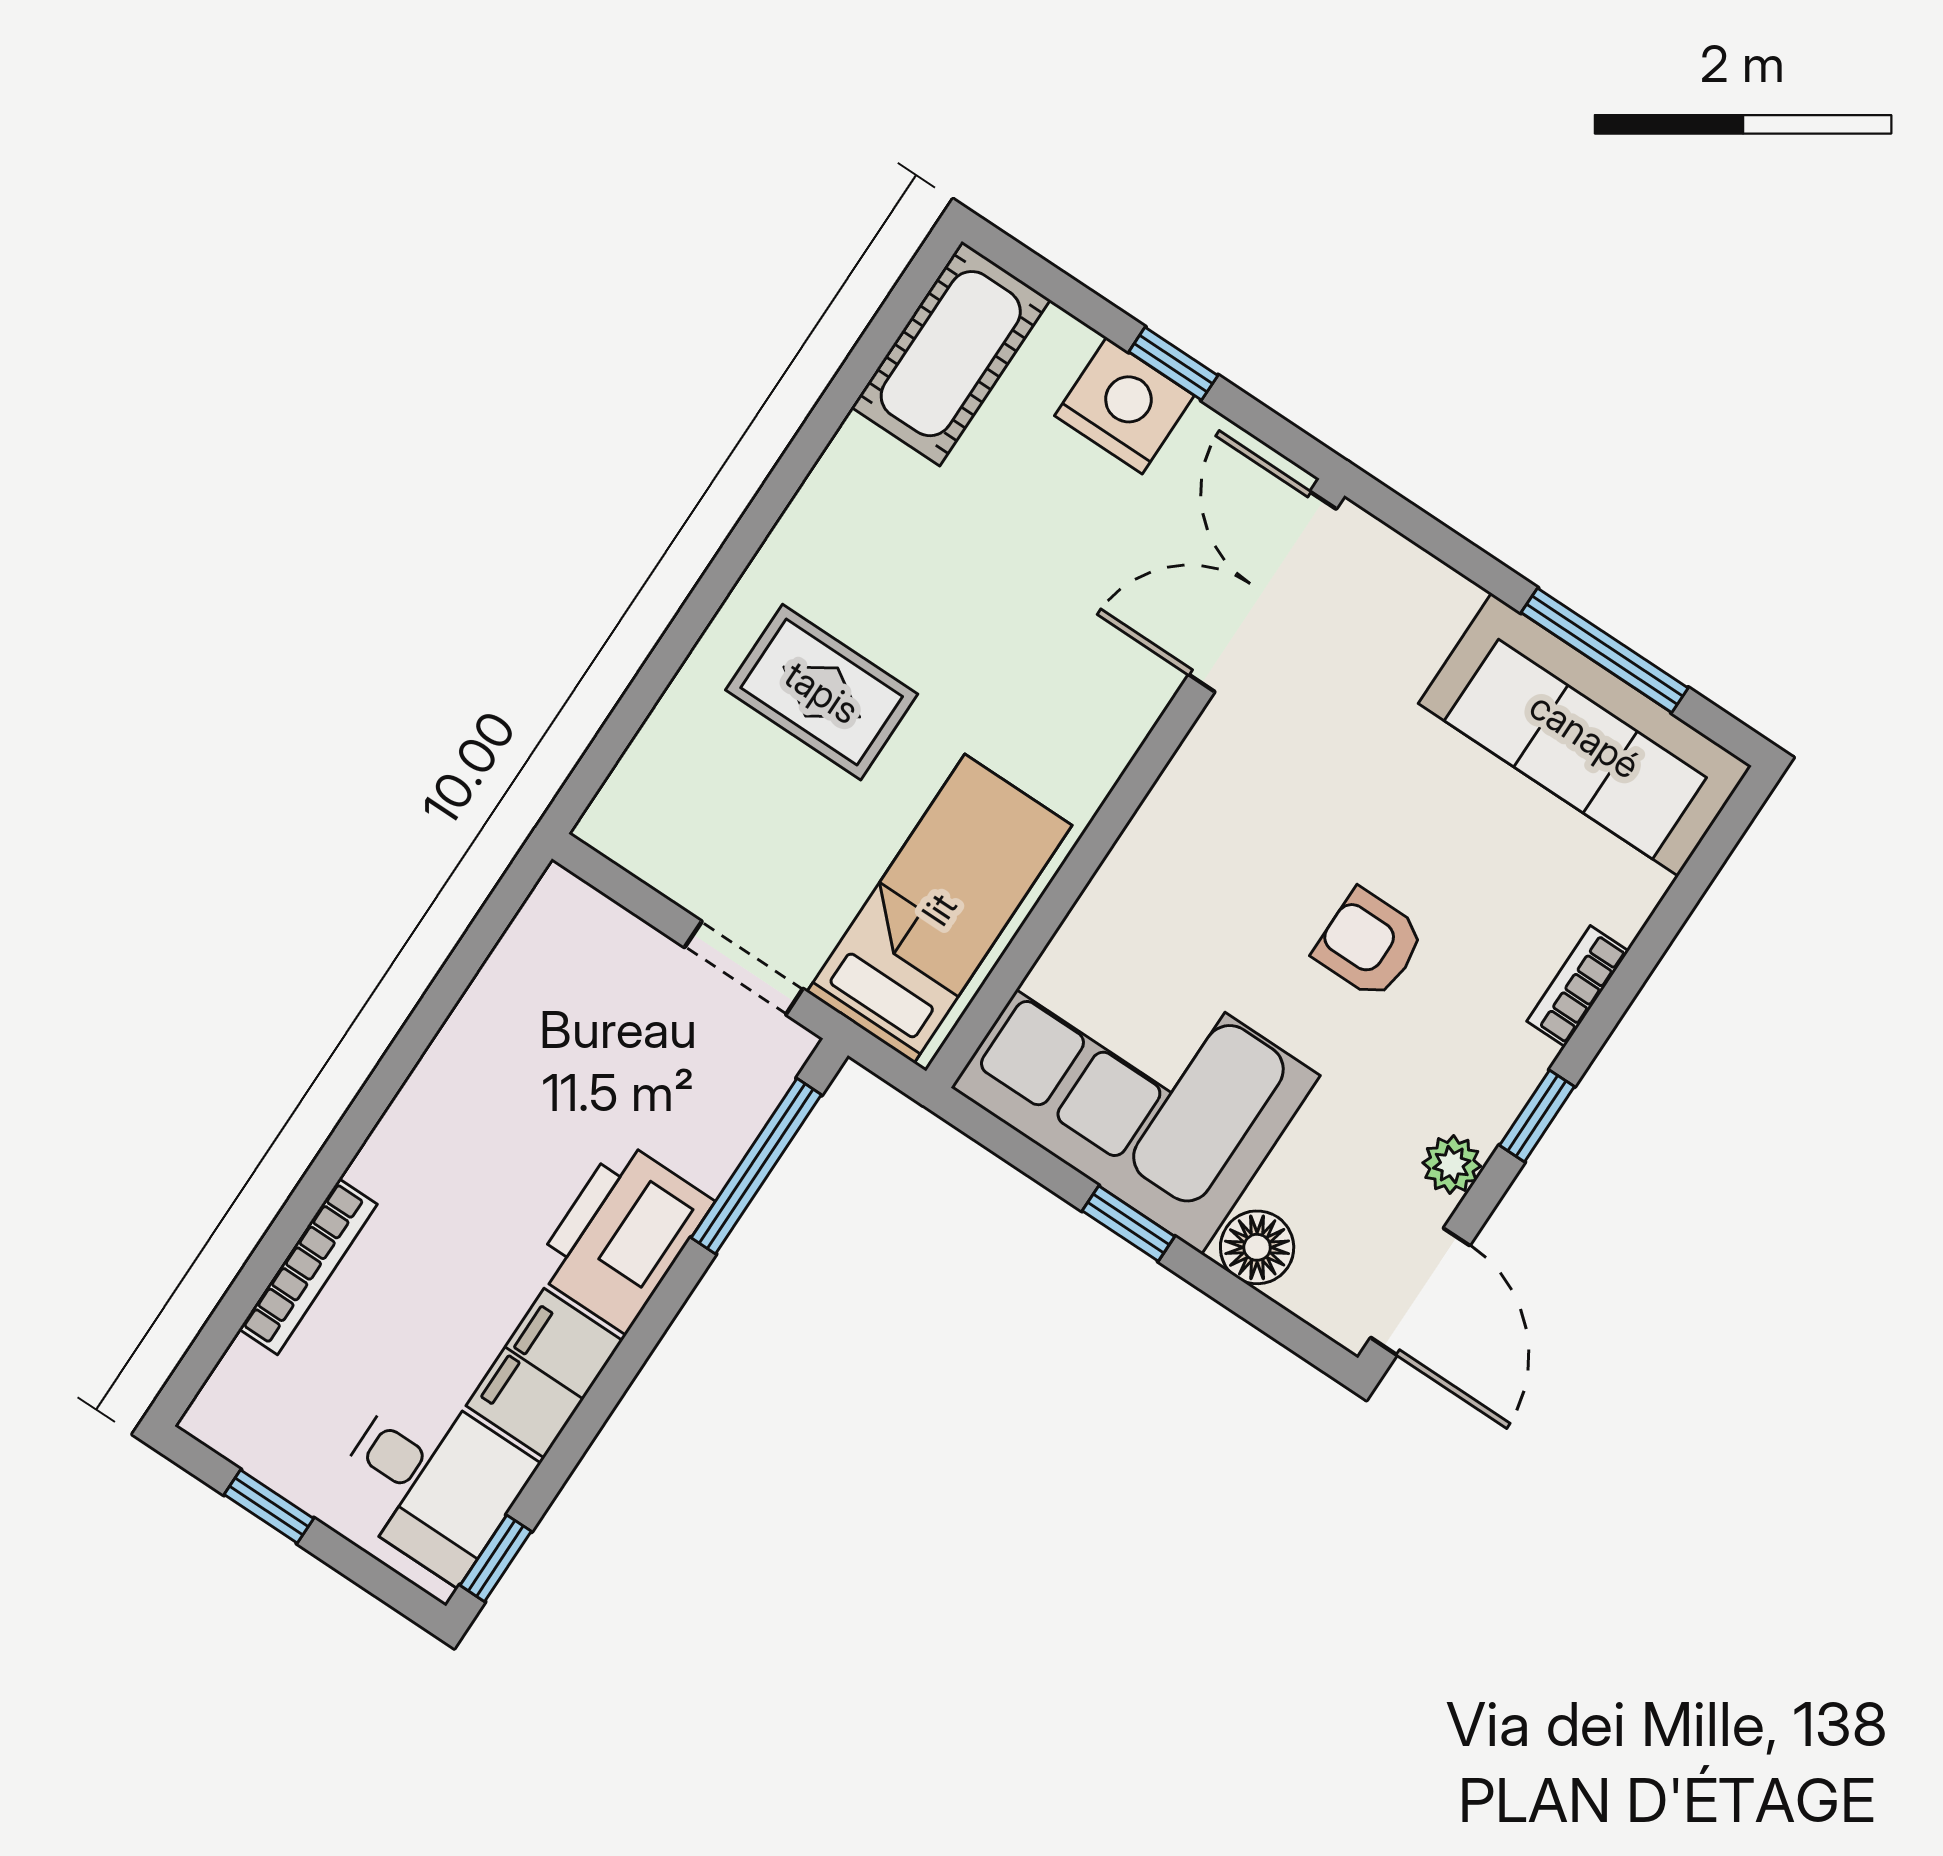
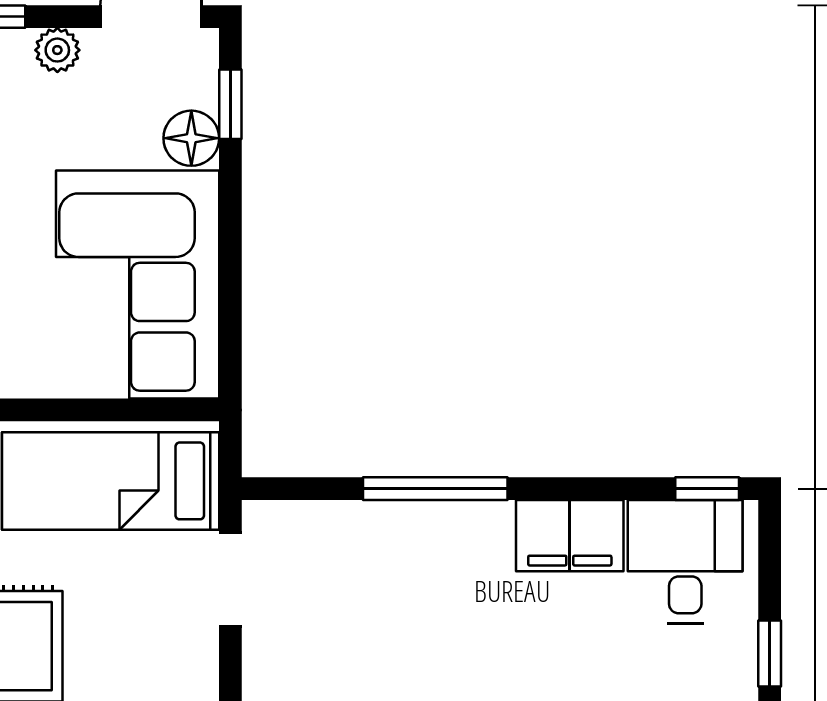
window: (756, 1166) -> (435, 489), moved
window: (1128, 1224) -> (230, 104), moved
printer: (622, 1236) -> (451, 544), removed

